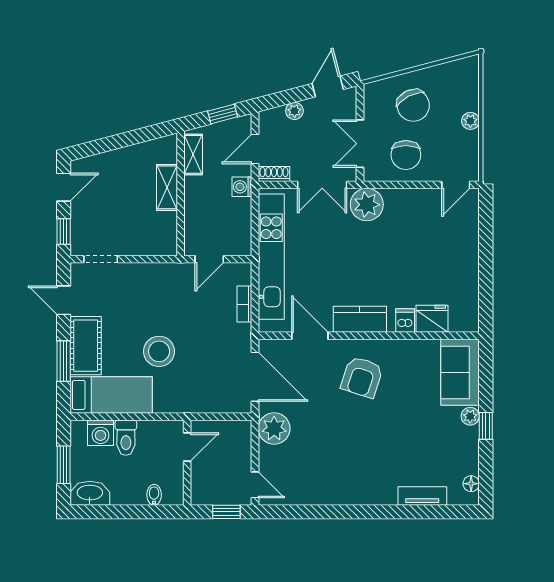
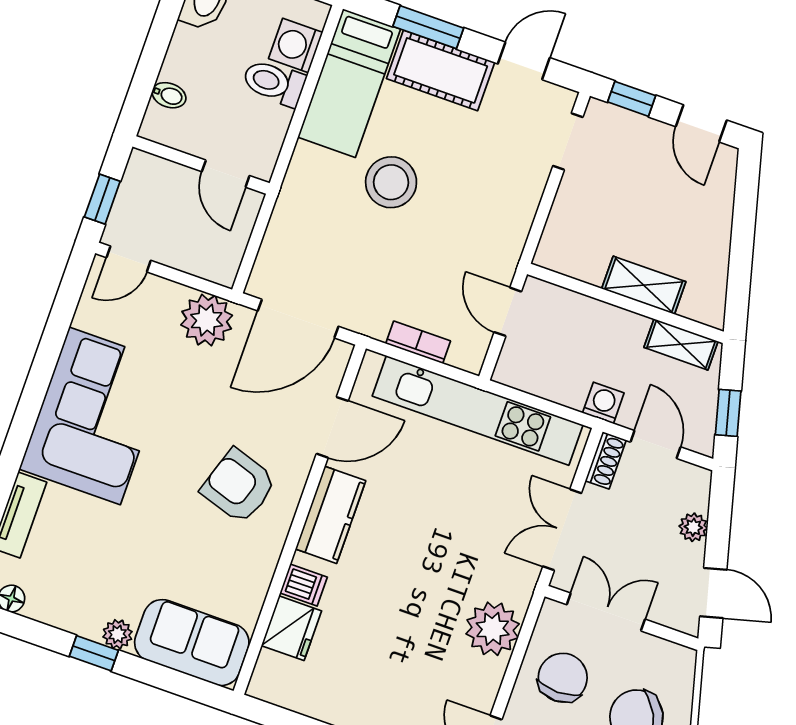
chair: (406, 155) -> (563, 678), turned 90
plant: (367, 205) -> (493, 629), moved
corner sofa: (351, 473) -> (95, 416), added

